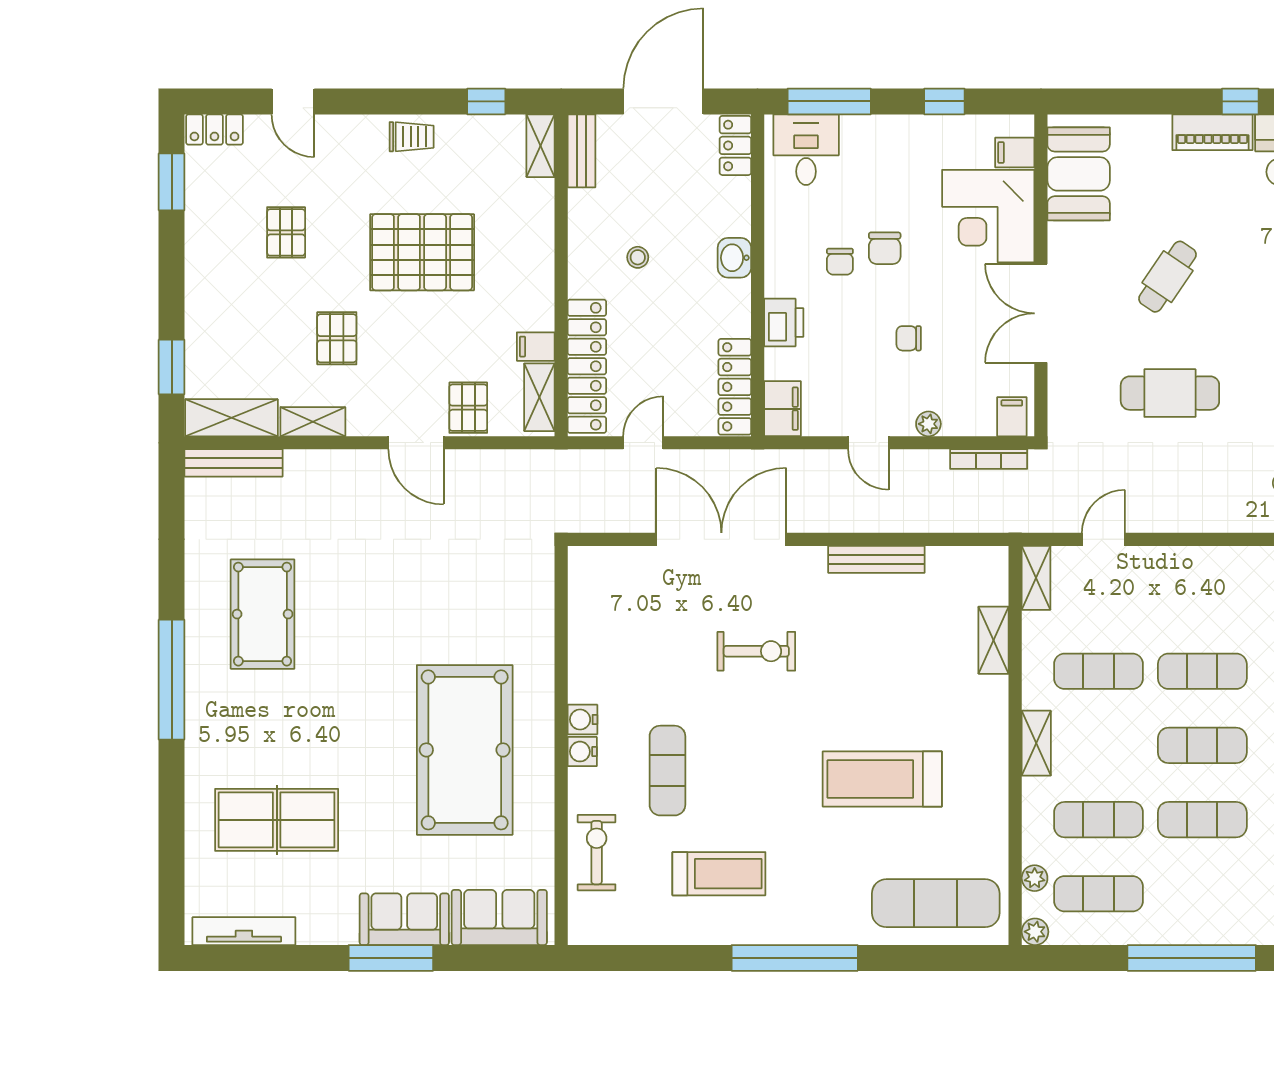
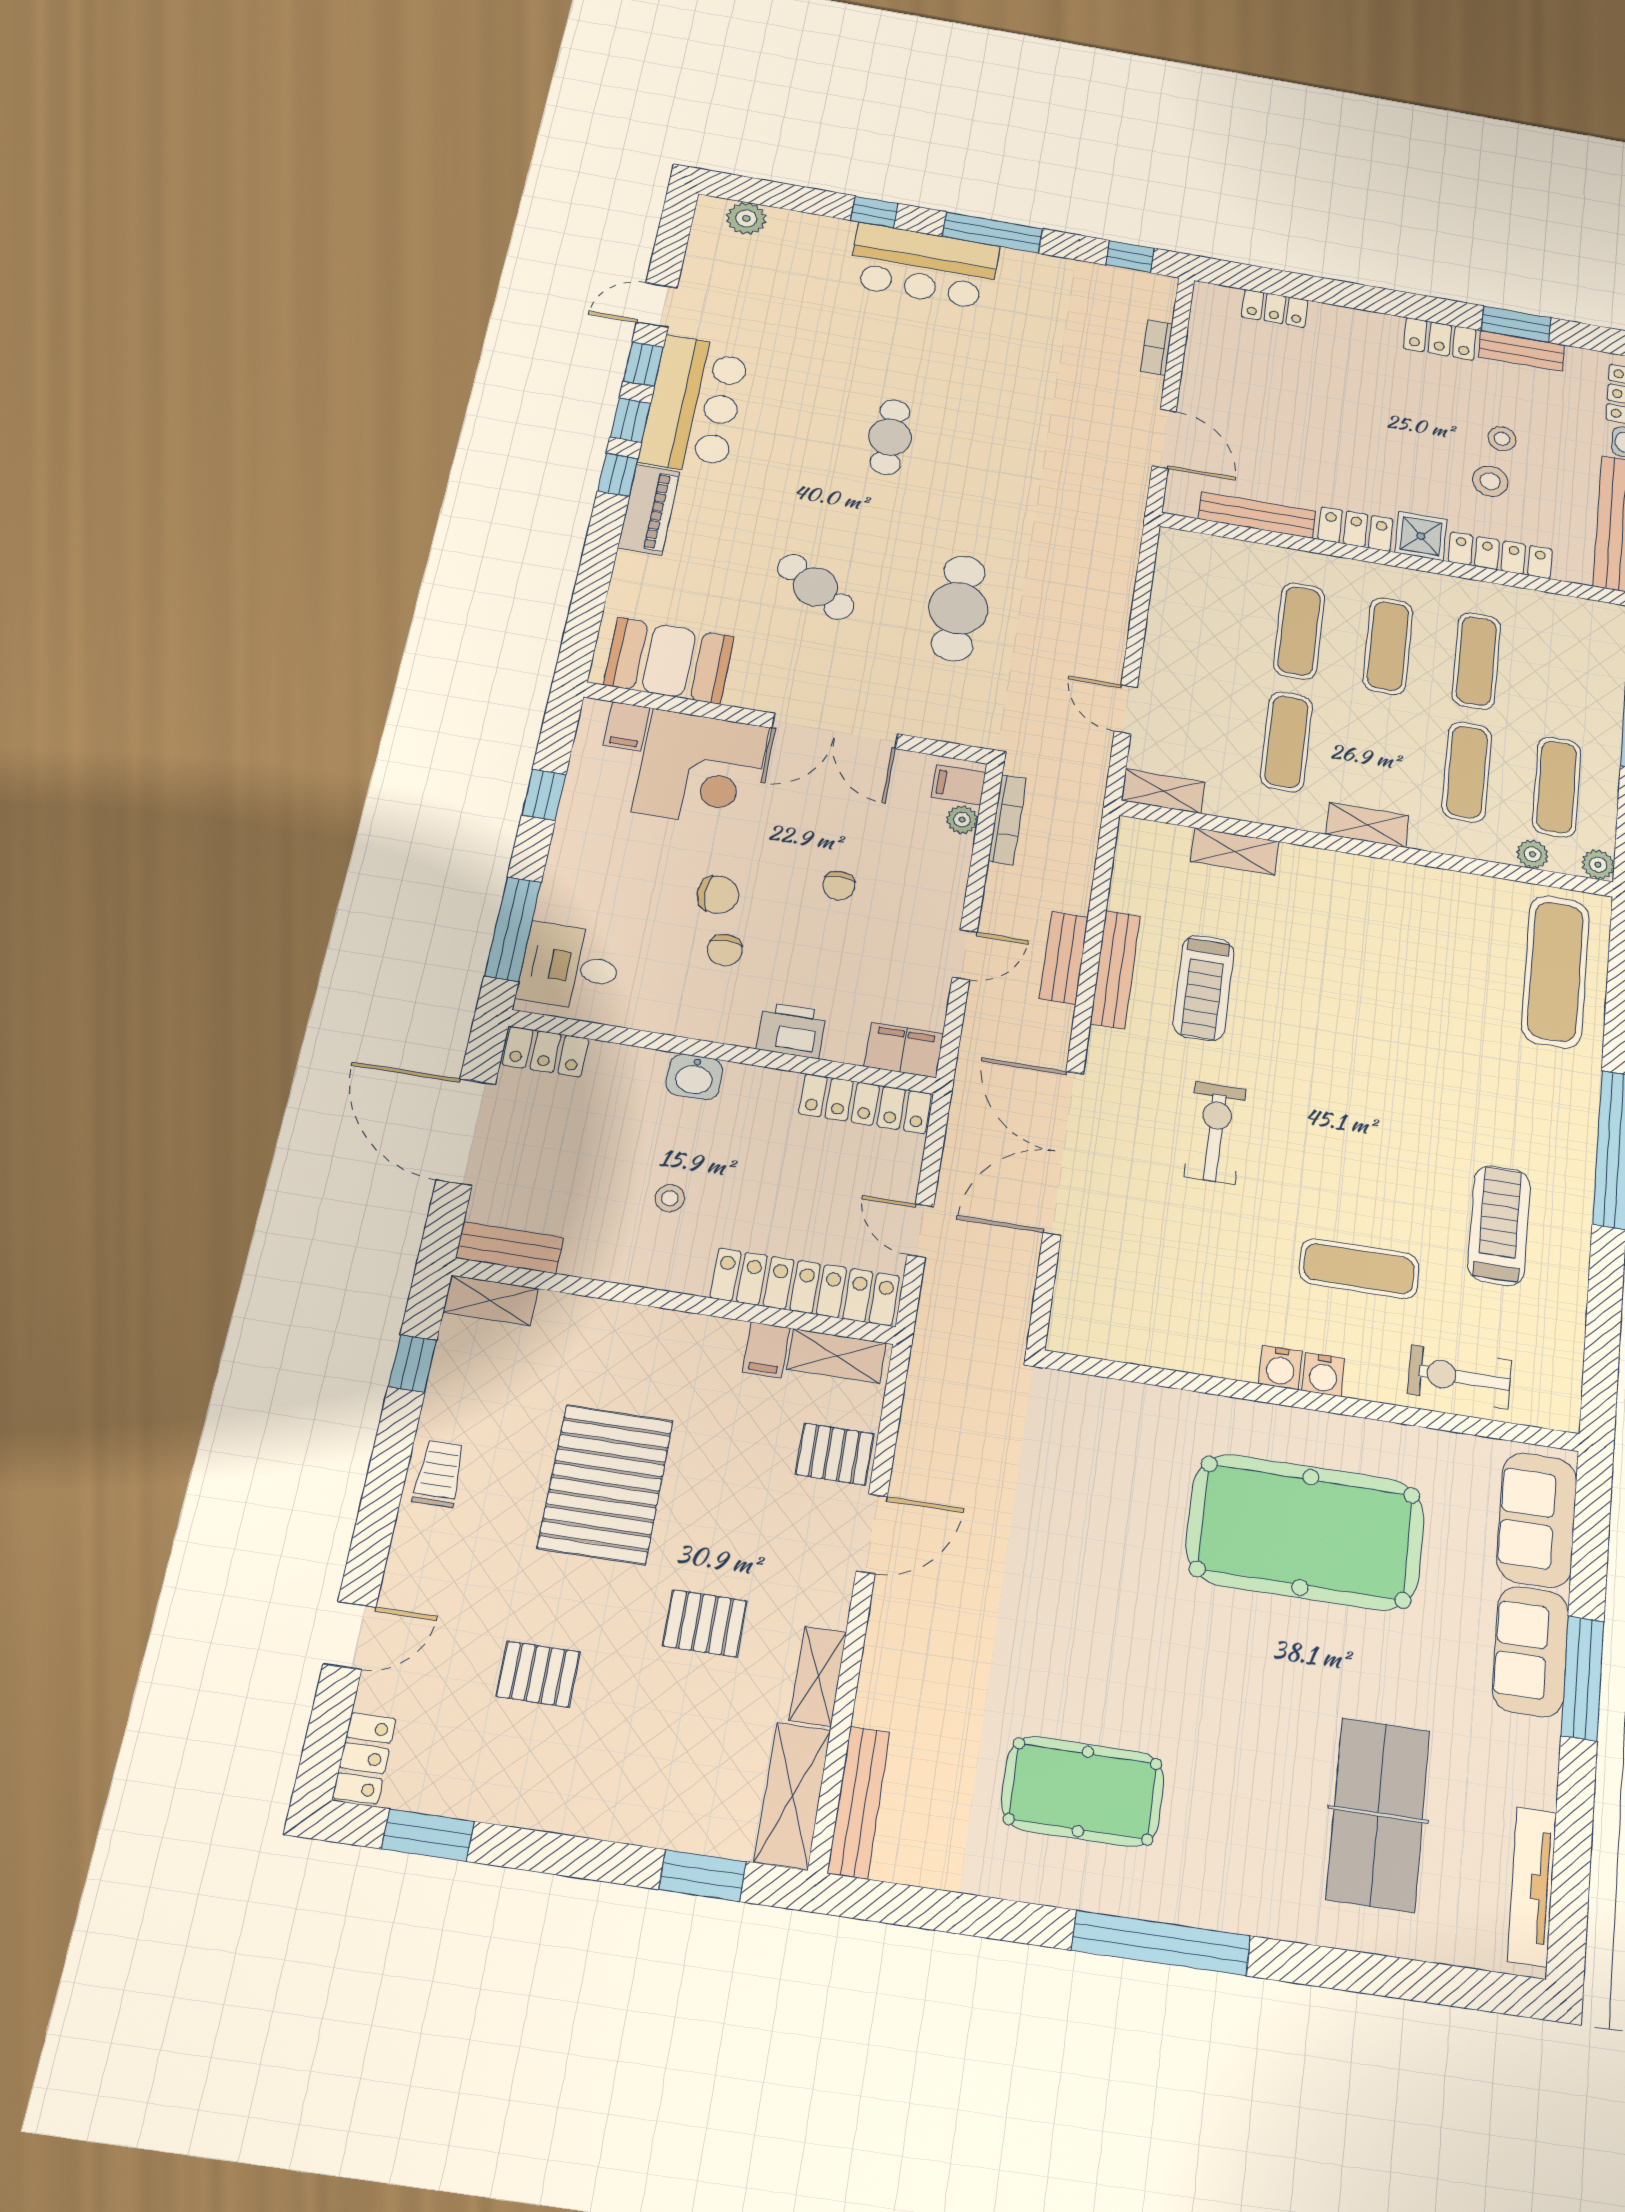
chair: (840, 262) -> (725, 950), turned 90
plant: (928, 424) -> (962, 820), moved
bench: (879, 519) -> (1064, 958), added
treadmill: (882, 779) -> (1204, 988), moved, width x0.73, depth x0.73

